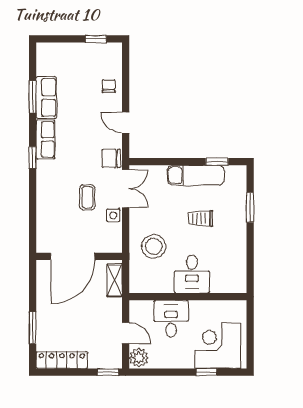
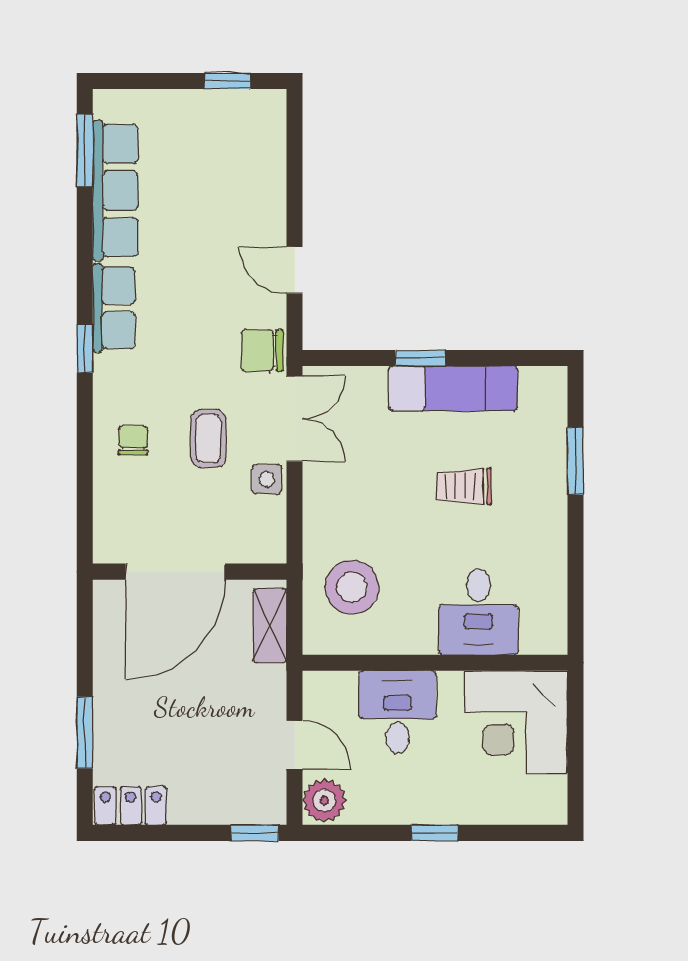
chair: (109, 86) -> (133, 440), moved
window: (33, 97) -> (85, 150), moved
row of seats: (46, 98) -> (115, 190), width x1.48
window: (217, 162) -> (420, 358), moved
stool: (154, 246) -> (352, 587), moved
desk: (192, 274) -> (478, 612), moved
corner desk: (218, 346) -> (516, 722), moved, turned -90
locker: (62, 360) -> (131, 806), width x0.66
window: (206, 372) -> (435, 833), moved

